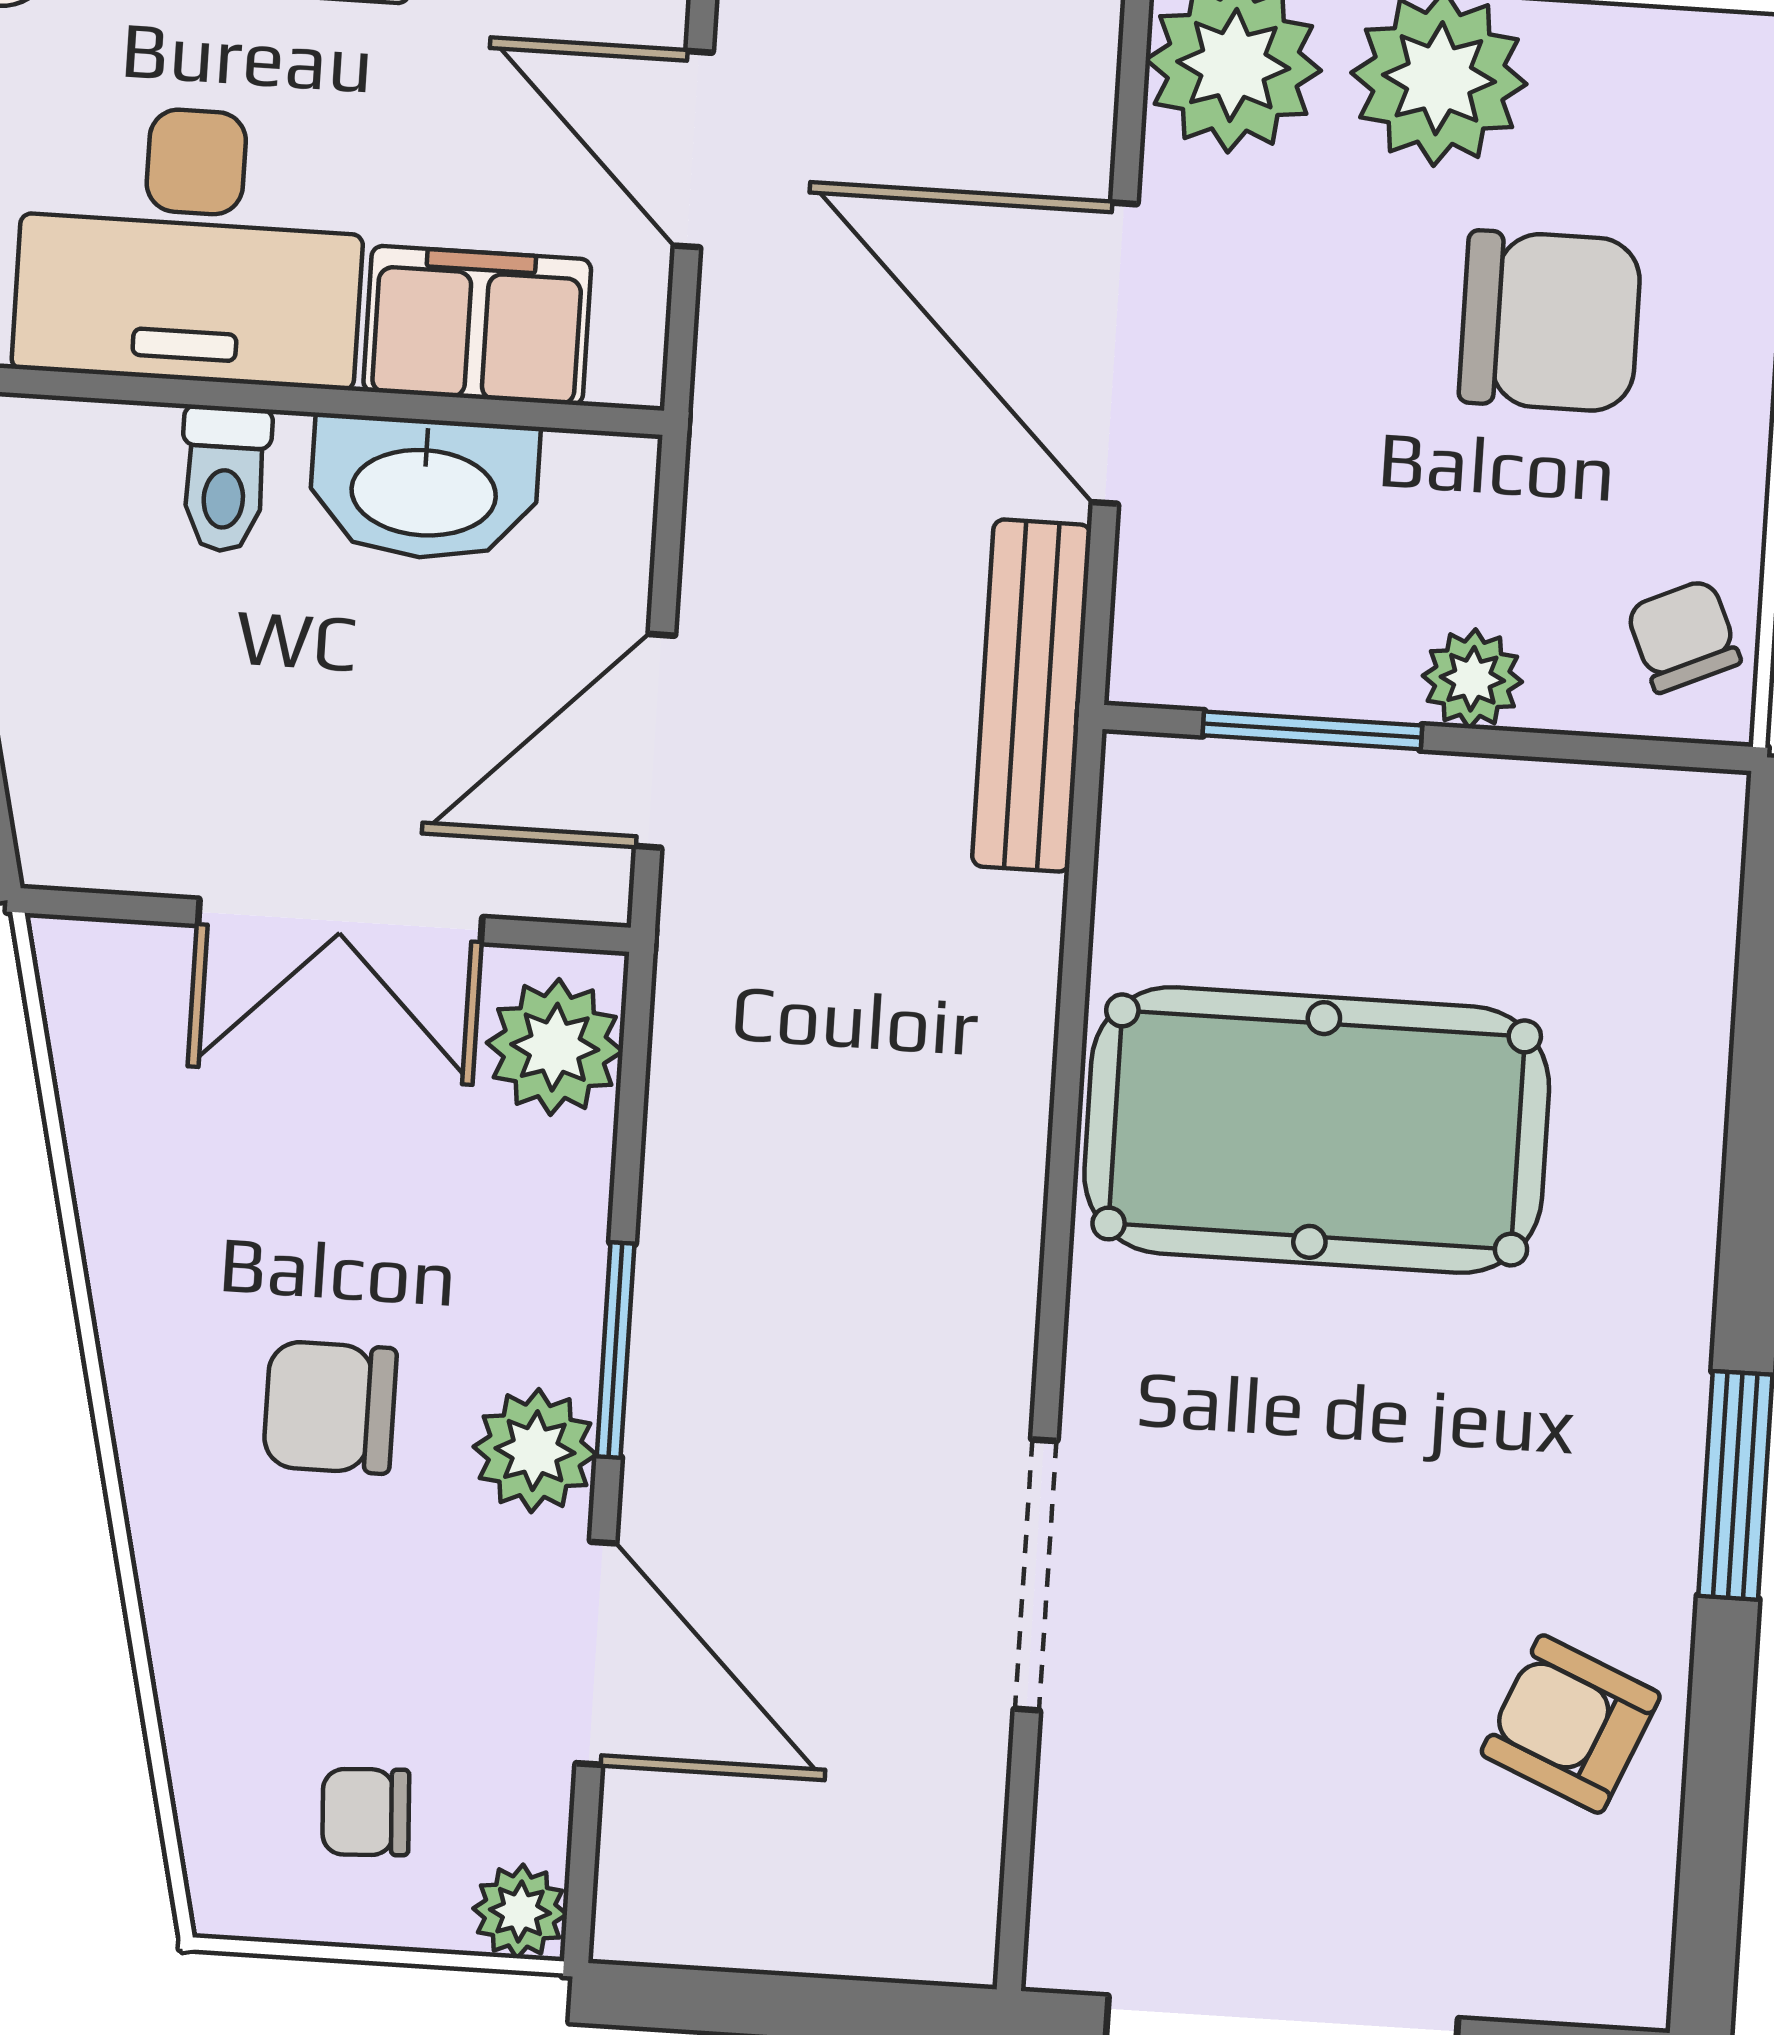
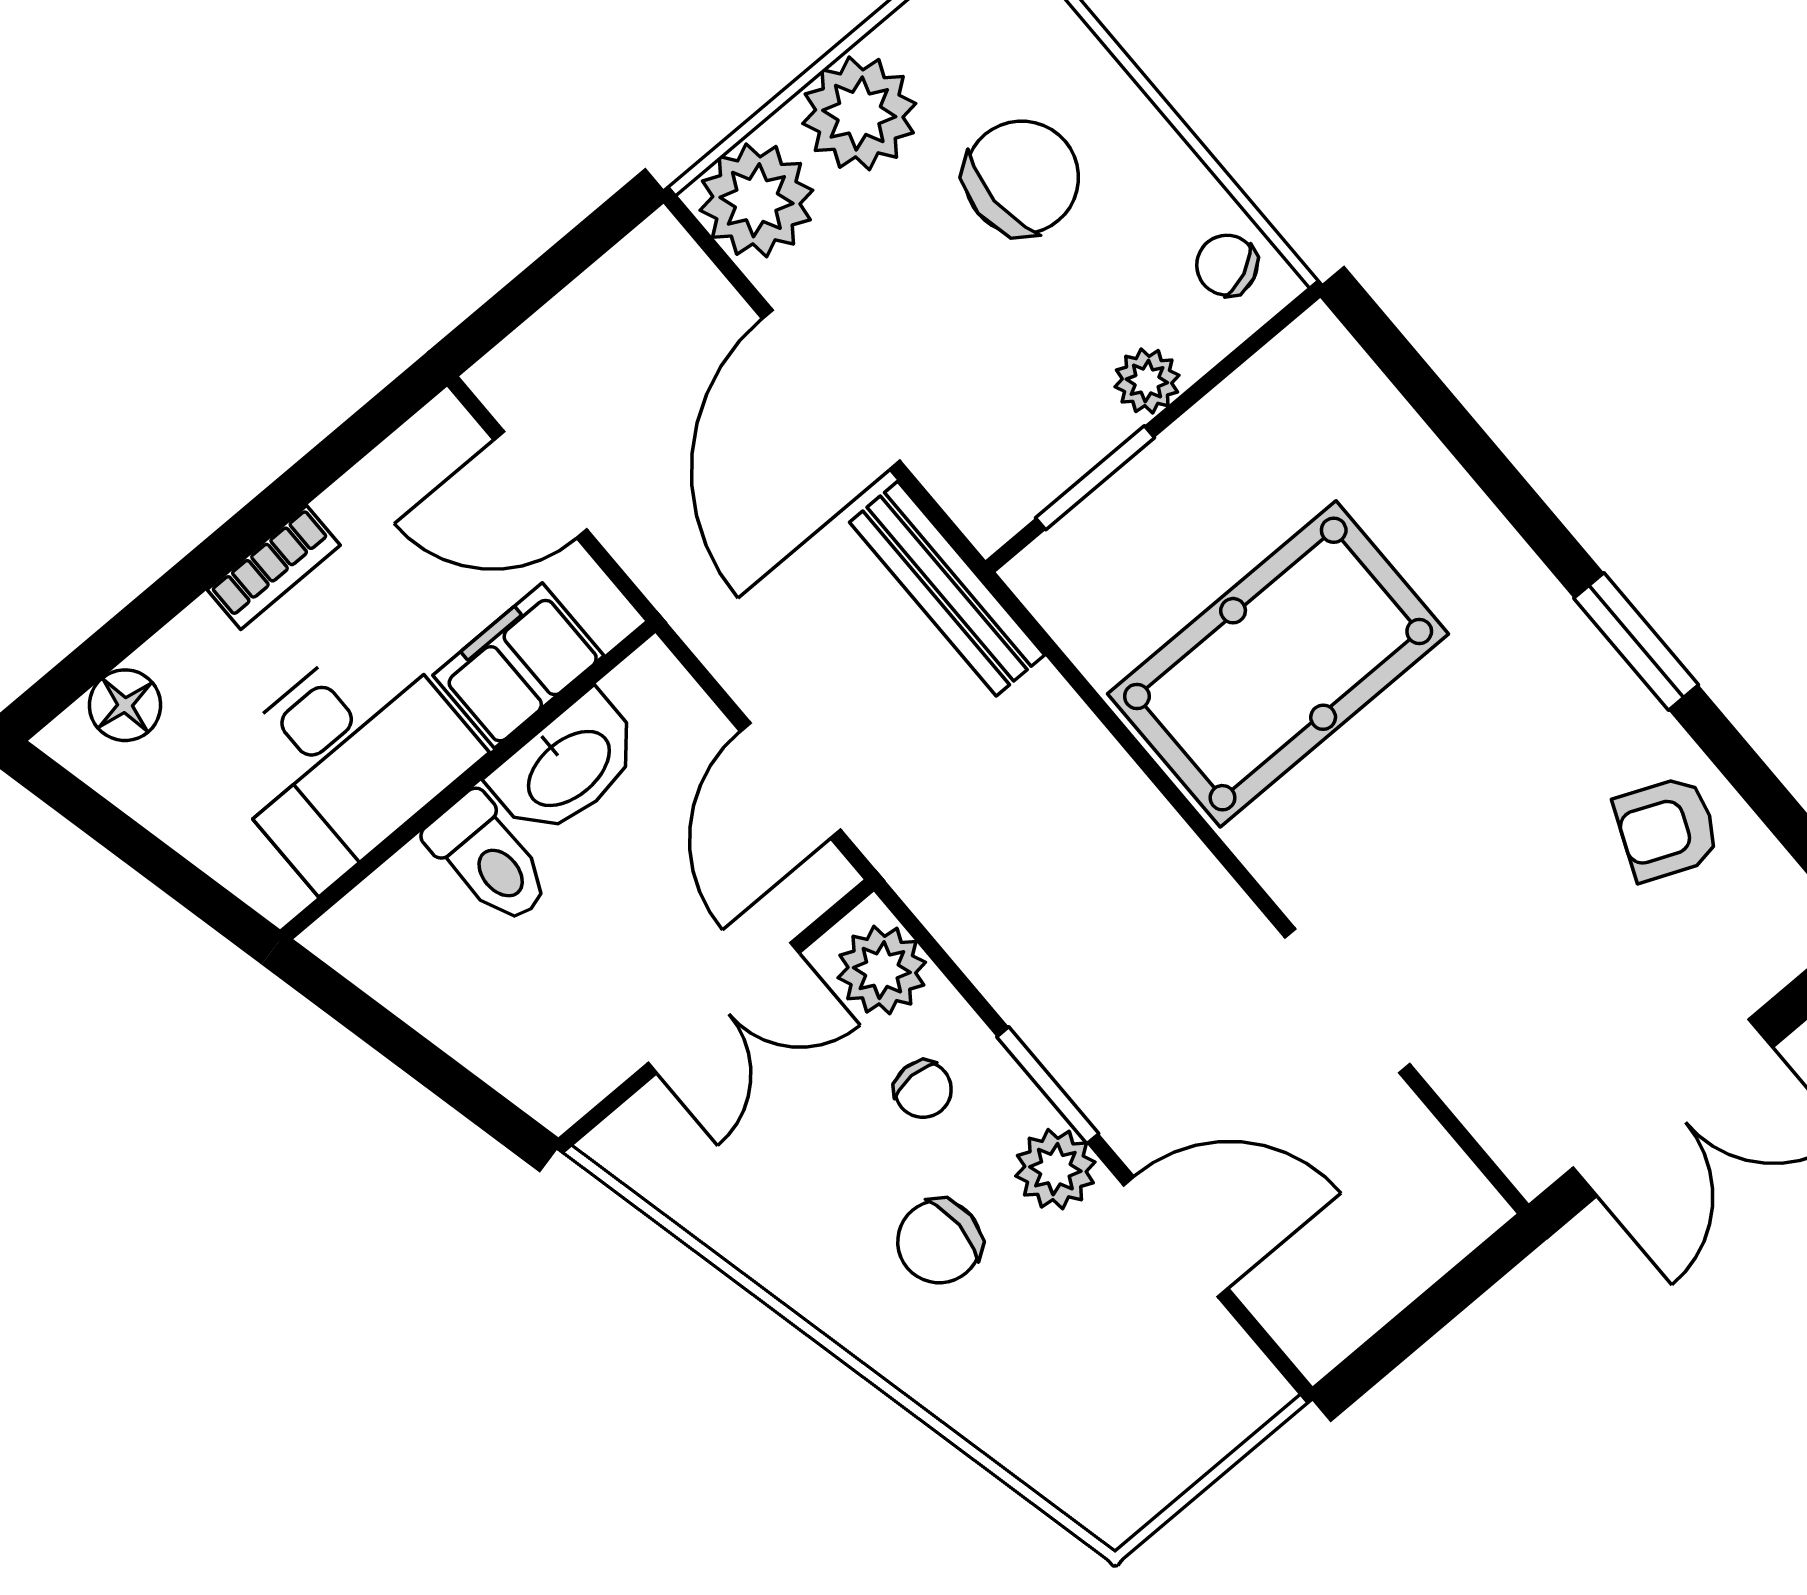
door: (1115, 353) -> (831, 390), hinge flipped
toilet: (225, 479) -> (489, 859), width x1.37, depth x1.39
chair: (366, 1812) -> (923, 1089), moved, turned -87
plant: (520, 1911) -> (1257, 1393), removed

